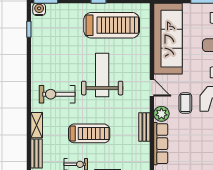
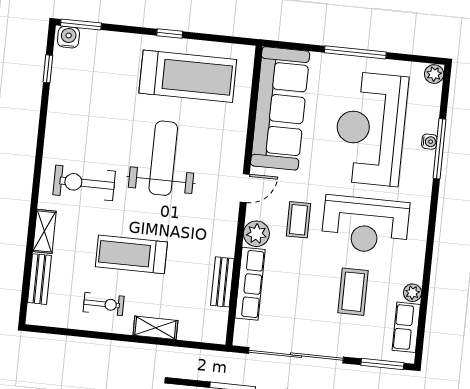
door: (152, 88) -> (245, 188), hinge flipped
bench: (144, 127) -> (222, 282), moved
treadmill: (89, 133) -> (131, 254), turned 180

